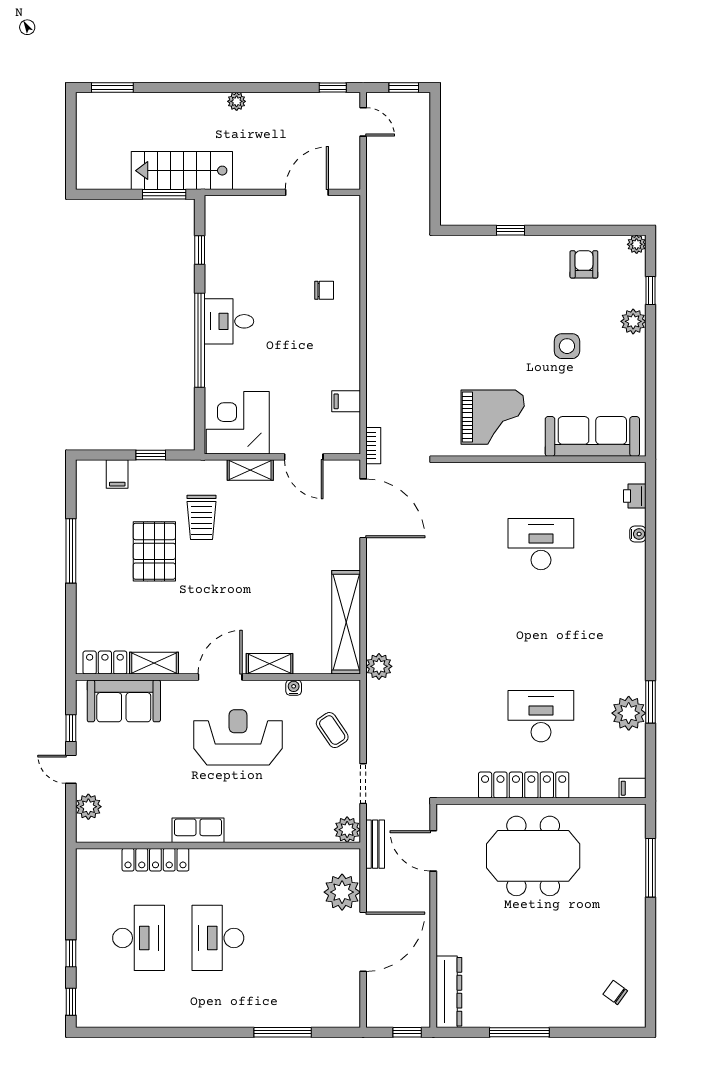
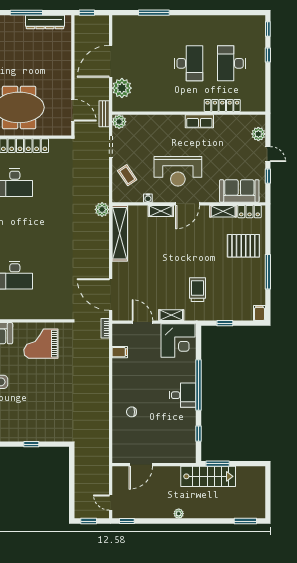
filing cabinet: (117, 474) -> (259, 313), moved
pallet: (154, 551) -> (243, 246), moved, turned 90
dresser: (449, 992) -> (45, 22), moved, turned -90

